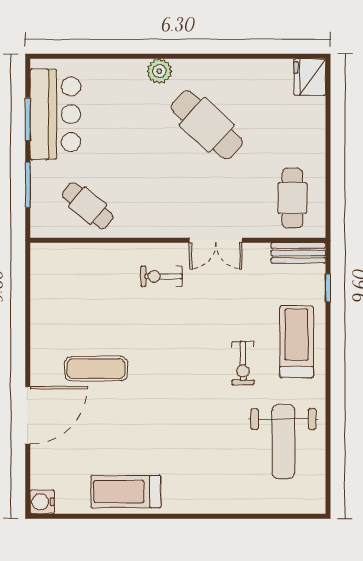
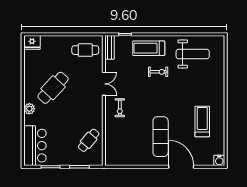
bar counter: (55, 114) -> (35, 146), moved, turned 90
exercise mat: (96, 369) -> (161, 137), width x1.36, depth x1.45
treadmill: (126, 492) -> (202, 122), moved, turned 180

